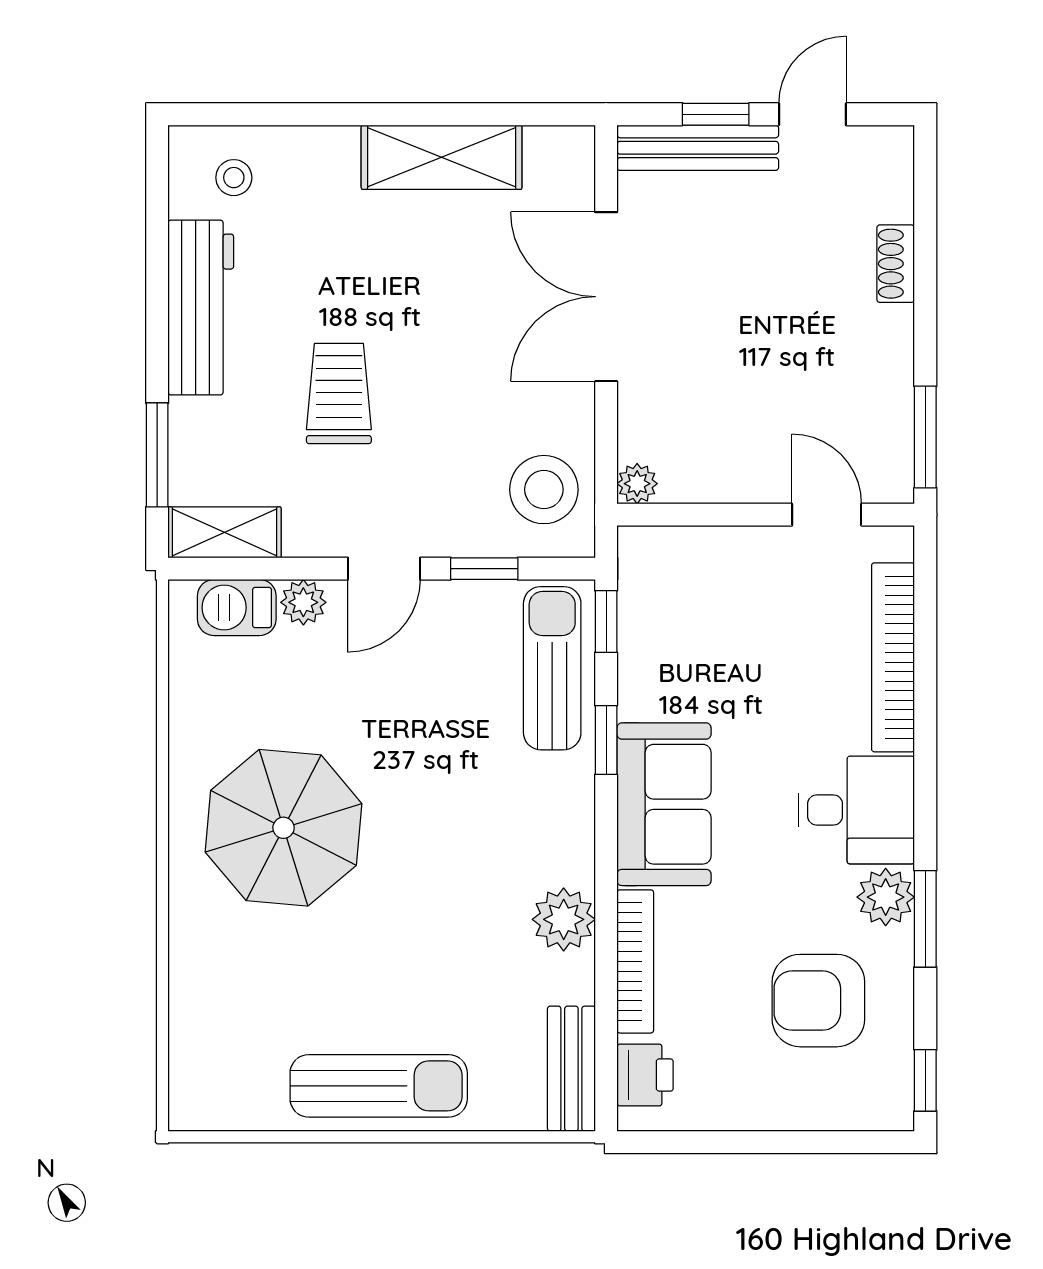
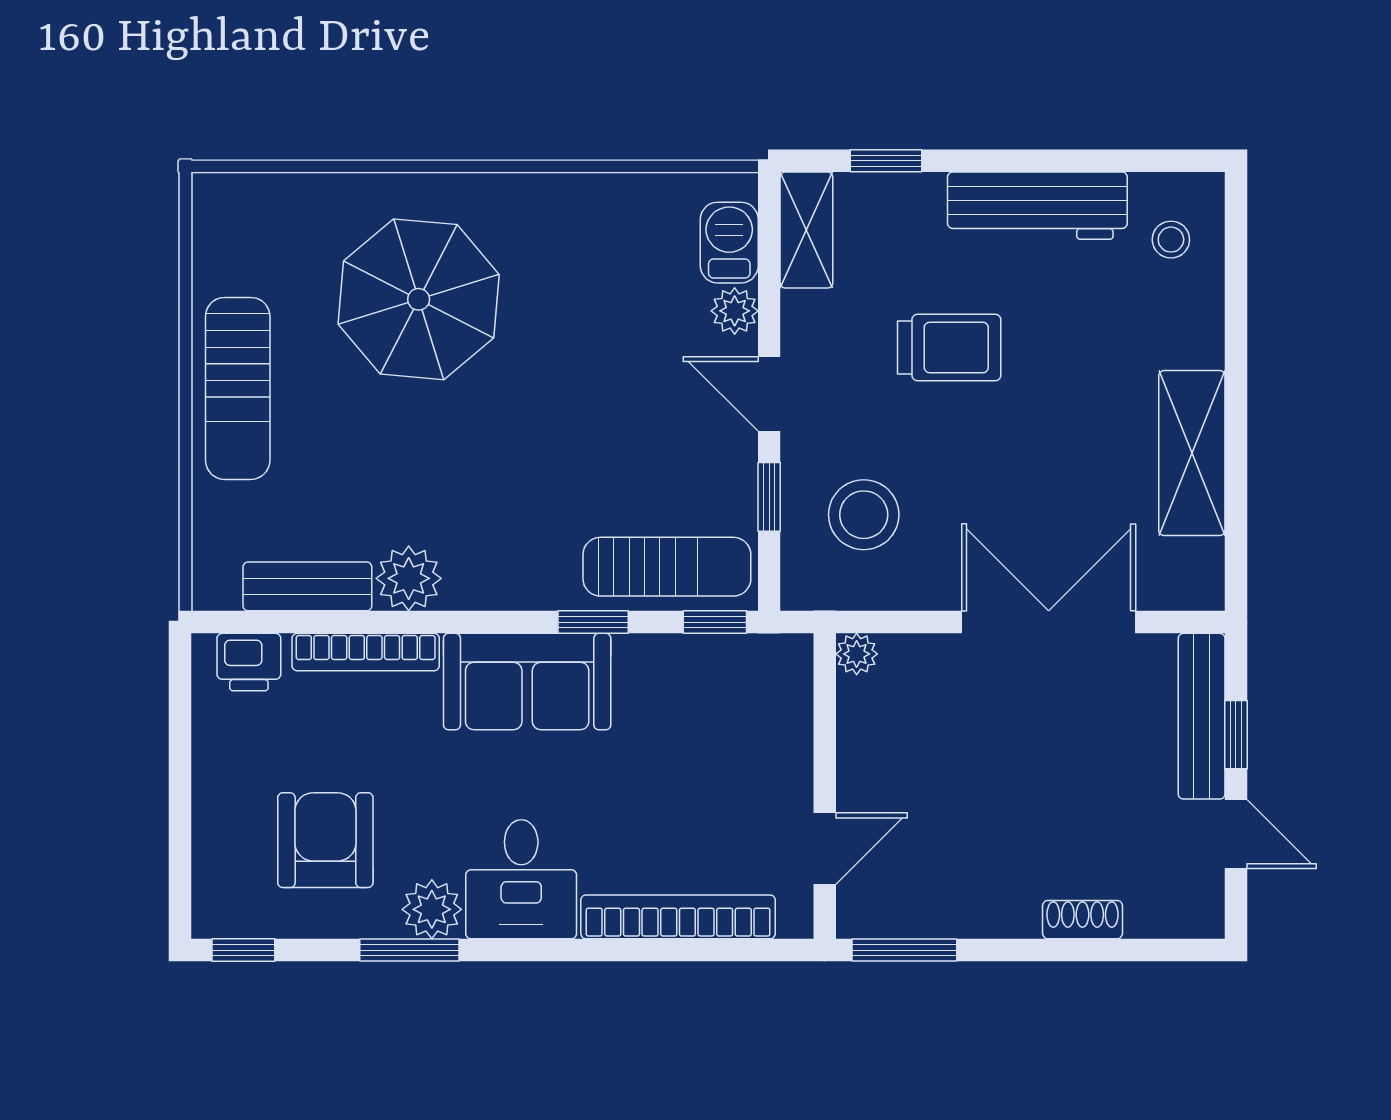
window: (157, 455) -> (886, 161), width x0.67
stool: (544, 490) -> (864, 515), moved
parasol: (284, 828) -> (419, 299), moved
bench: (571, 1069) -> (307, 586), moved

